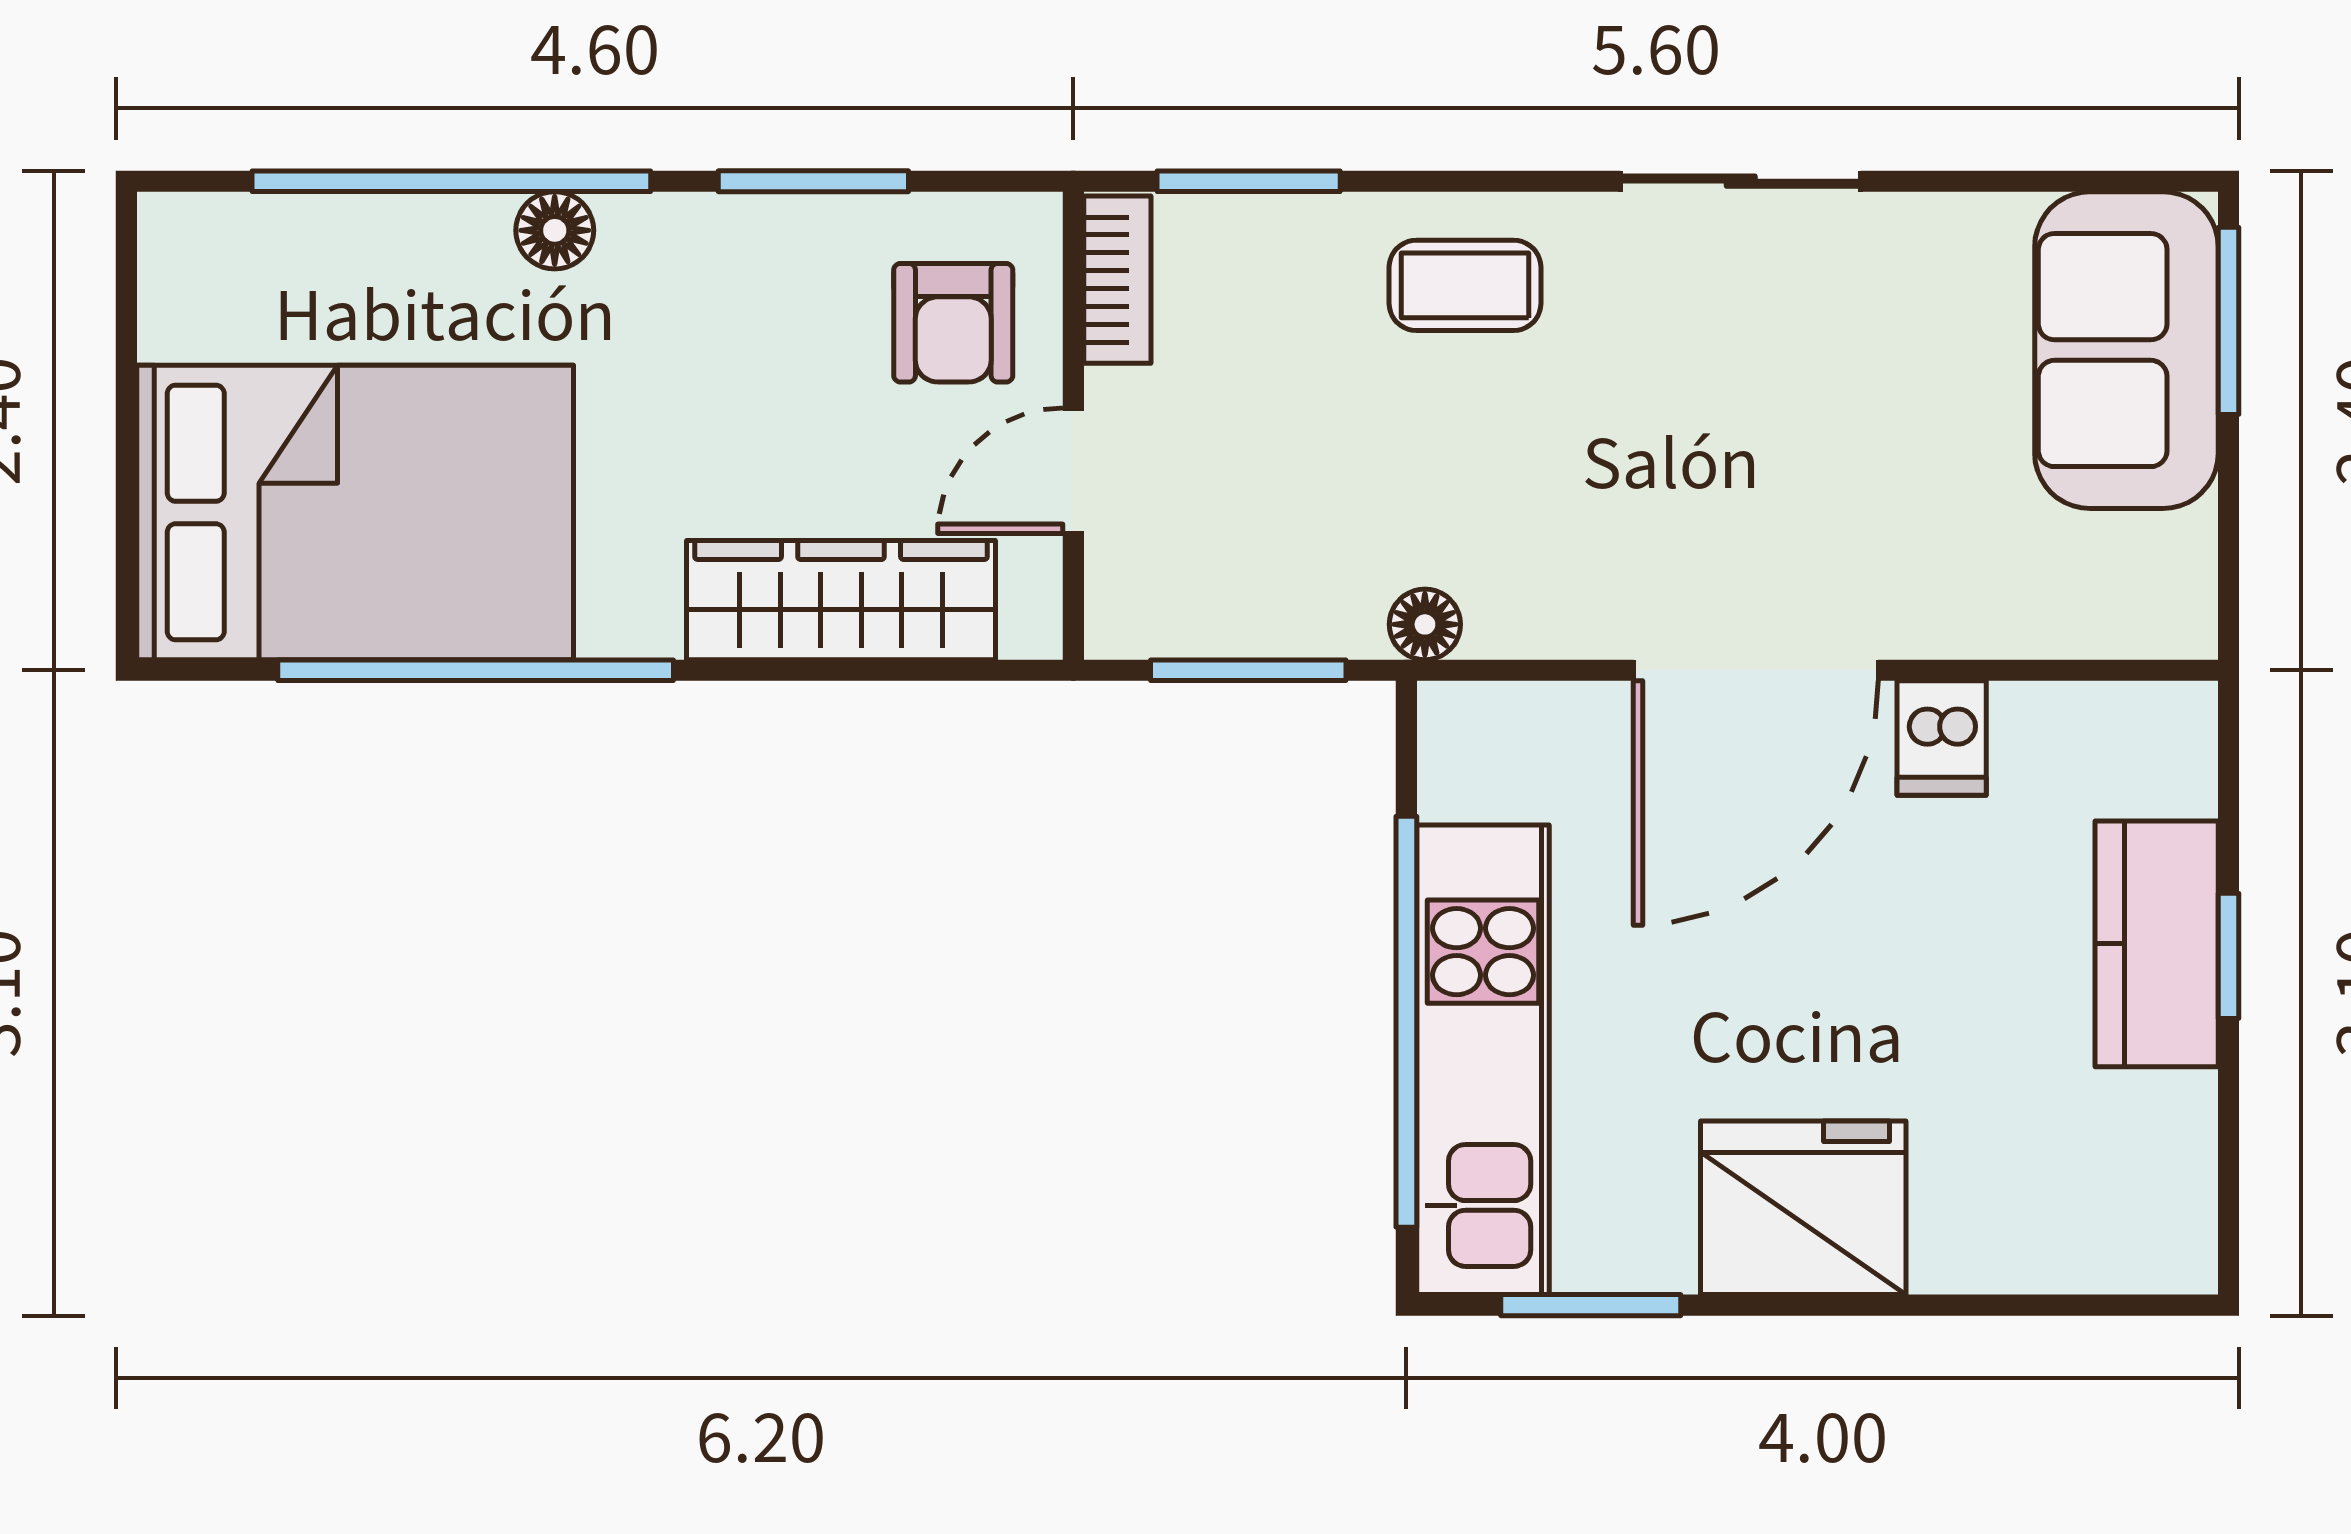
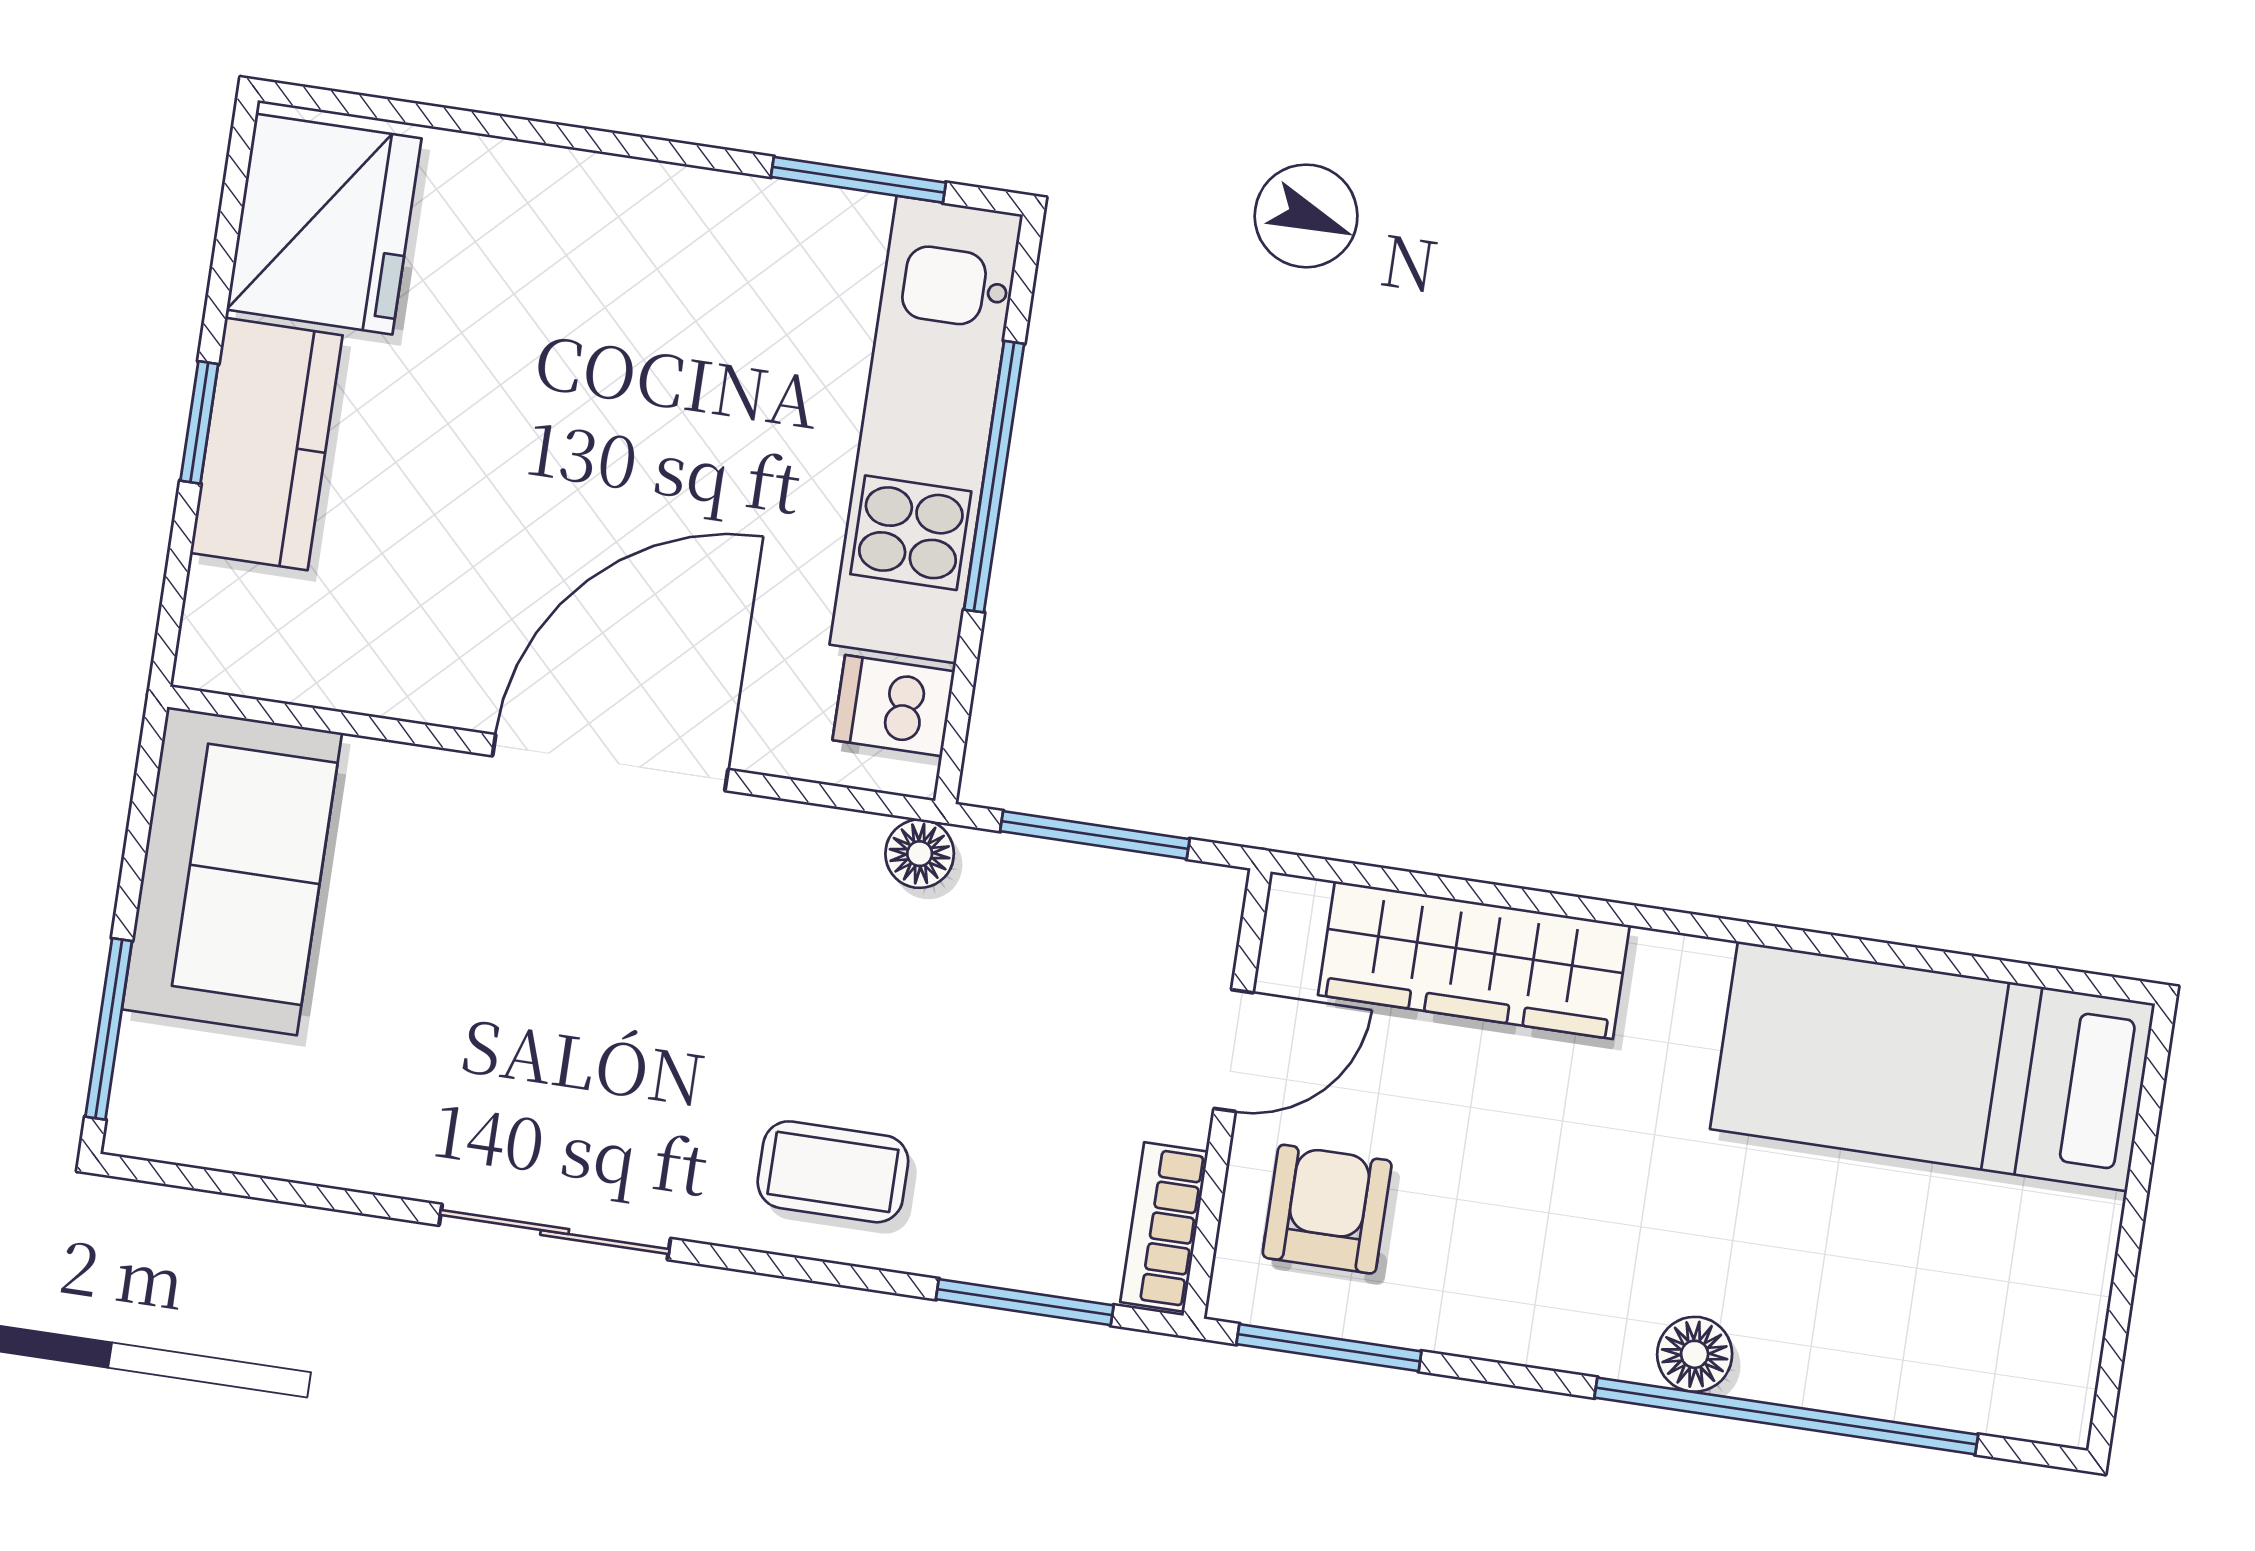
window: (813, 181) -> (1329, 1348), moved
sofa: (2126, 350) -> (232, 871), moved
bed: (355, 513) -> (1933, 1066), width x0.67
window: (476, 670) -> (1833, 945), removed
dishwasher: (1942, 738) -> (894, 706), moved, turned -90
window: (1406, 1022) -> (994, 477), width x0.68
fridge: (1803, 1208) -> (324, 224), moved, turned -90

